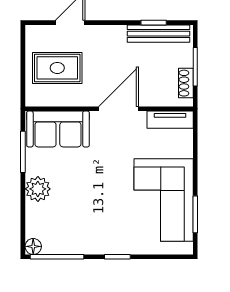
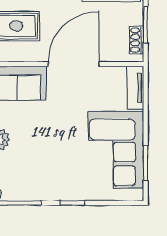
door: (118, 109) -> (74, 64), width x1.36
tv unit: (170, 120) -> (135, 88), moved, turned 90

